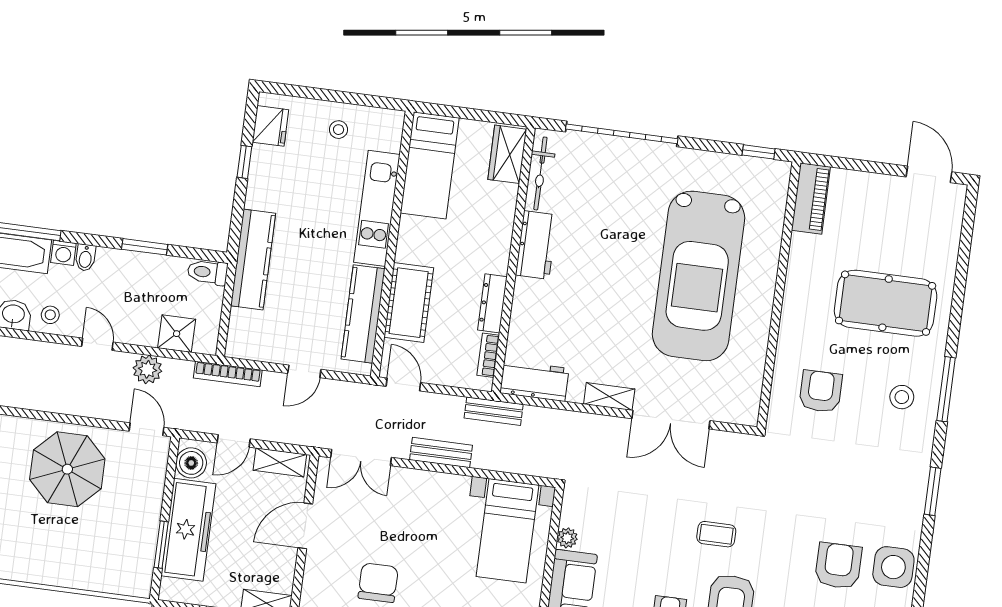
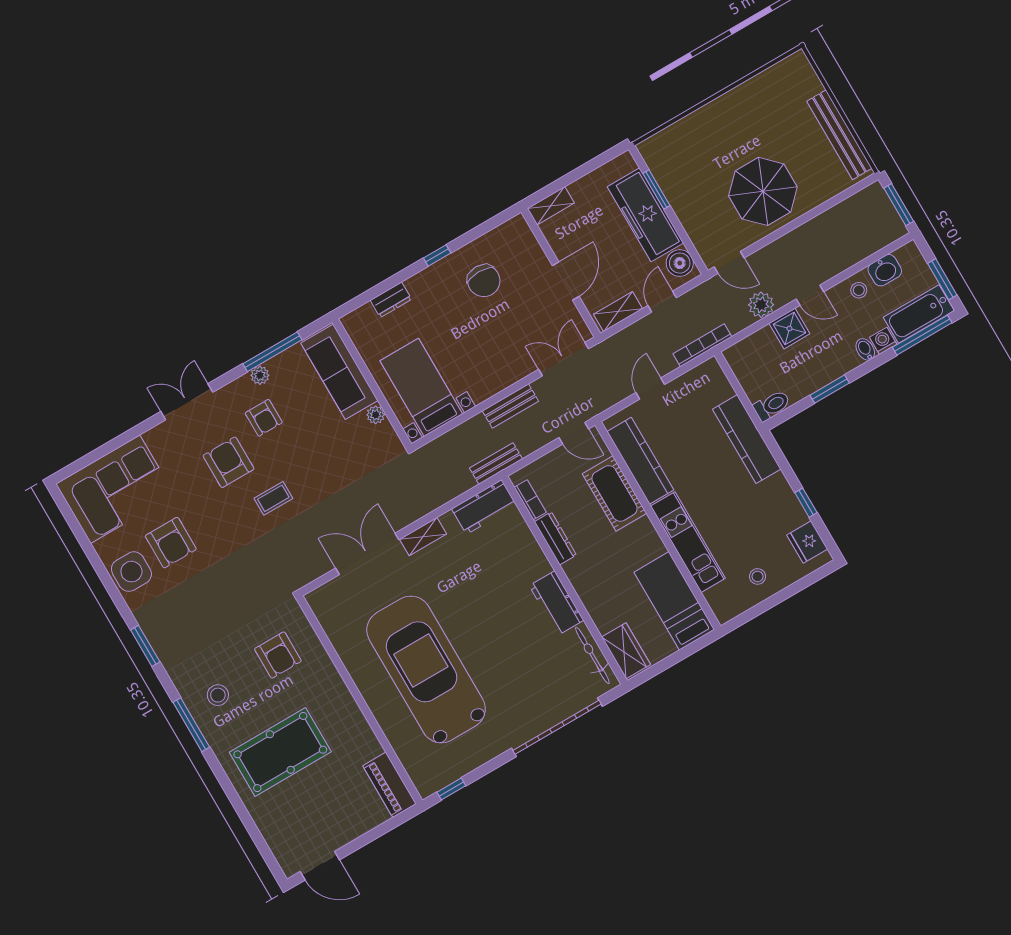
shower: (177, 334) -> (789, 329), moved

